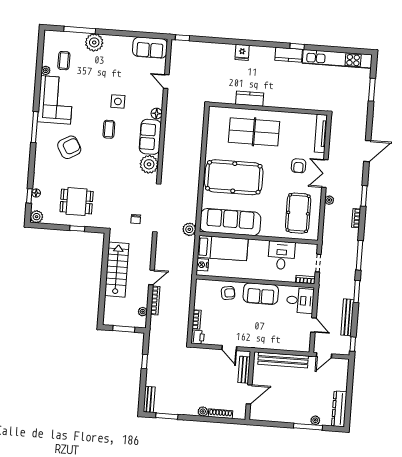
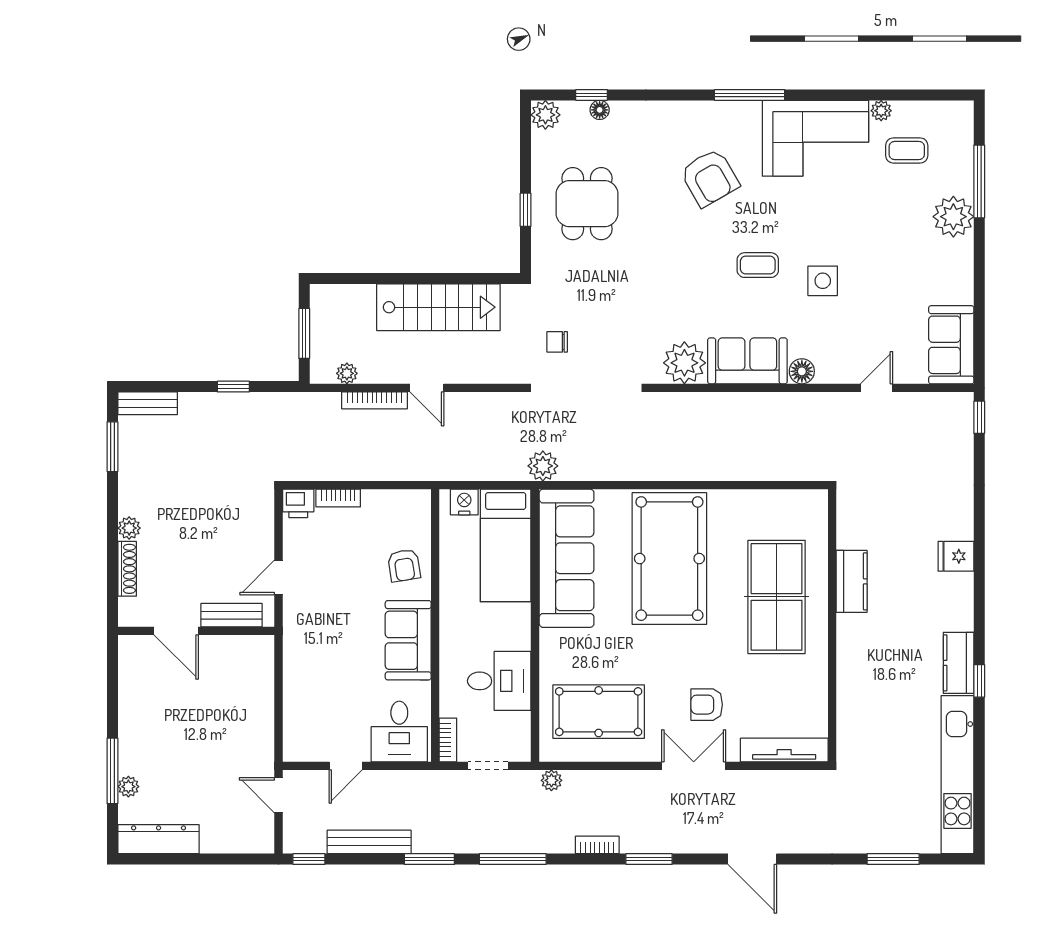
plant: (329, 200) -> (551, 780), moved
bench: (283, 360) -> (260, 702), removed

